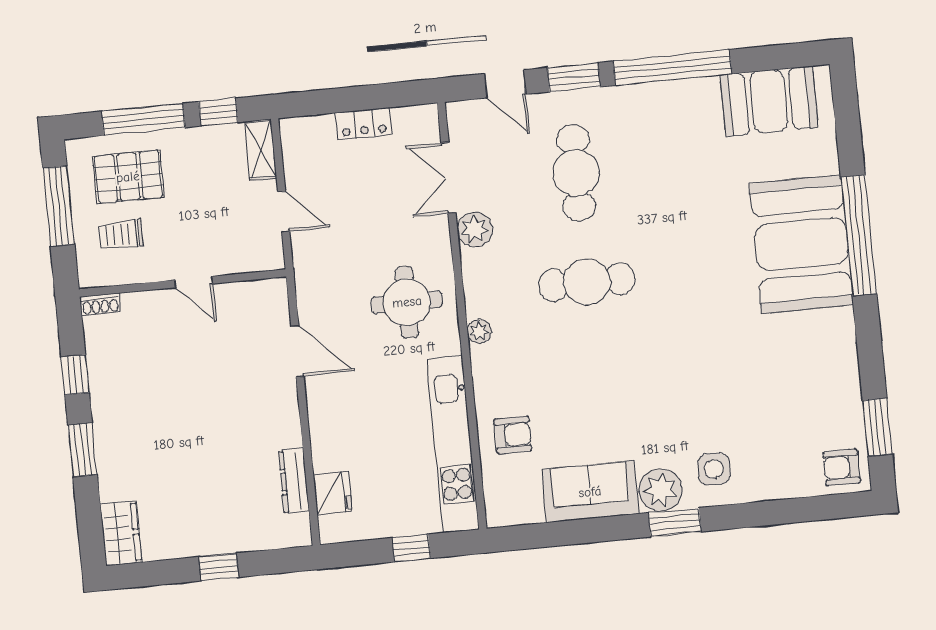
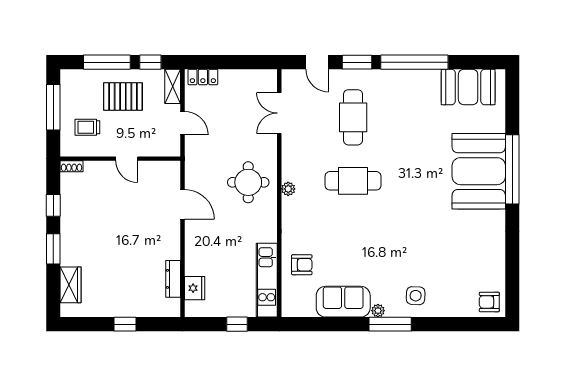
locker: (364, 124) -> (203, 77), moved
pallet: (128, 177) -> (123, 96), moved
plant: (475, 229) -> (291, 144), removed
plant: (479, 331) -> (288, 189), moved
window: (877, 427) -> (512, 281), removed
kitchen unit: (453, 444) -> (267, 280), width x0.73
plant: (661, 490) -> (378, 311), width x0.53, depth x0.53
window: (675, 522) -> (390, 324), width x1.44
wardrobe: (121, 533) -> (71, 285), moved

